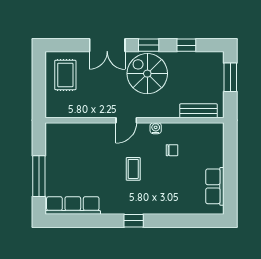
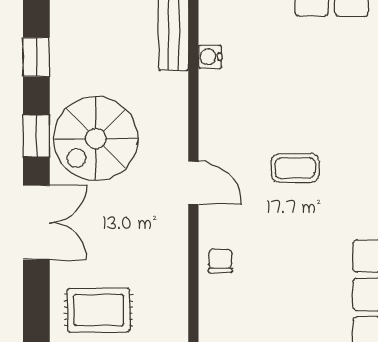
water cooler: (156, 128) -> (210, 57), moved
chair: (172, 150) -> (220, 261), moved

